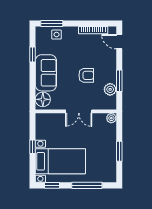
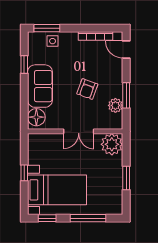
armchair: (86, 75) -> (87, 89), turned 110
plant: (111, 118) -> (112, 144), width x1.87, depth x1.87

